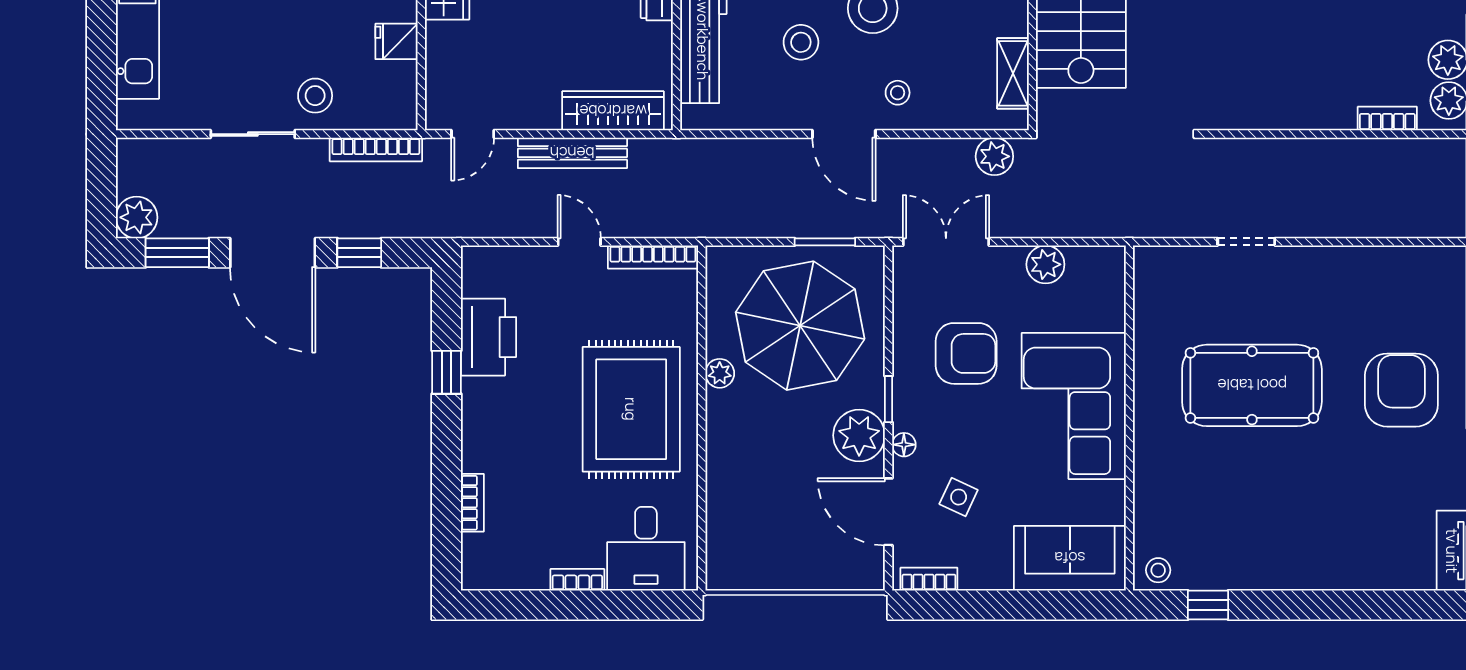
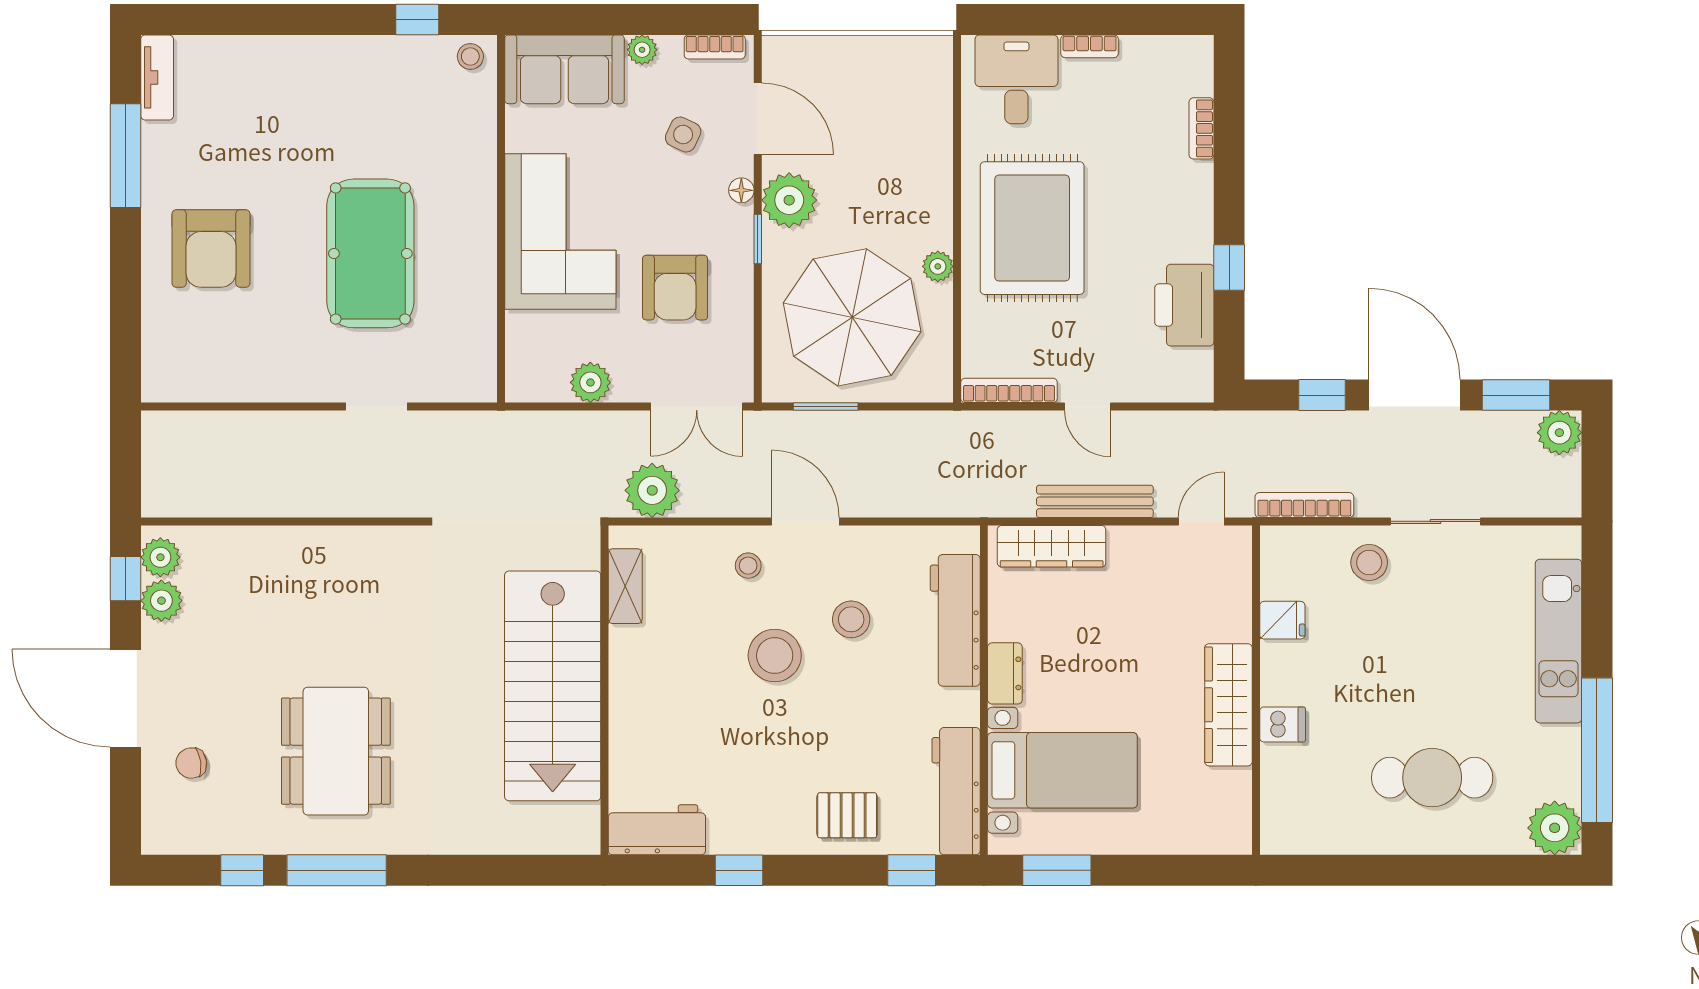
bookcase: (1387, 119) -> (226, 538), removed
plant: (994, 156) -> (652, 490), width x1.36, depth x1.36
armchair: (966, 353) -> (675, 288), turned -90
pool table: (1252, 385) -> (370, 253), turned 90
plant: (997, 577) -> (642, 50), added

